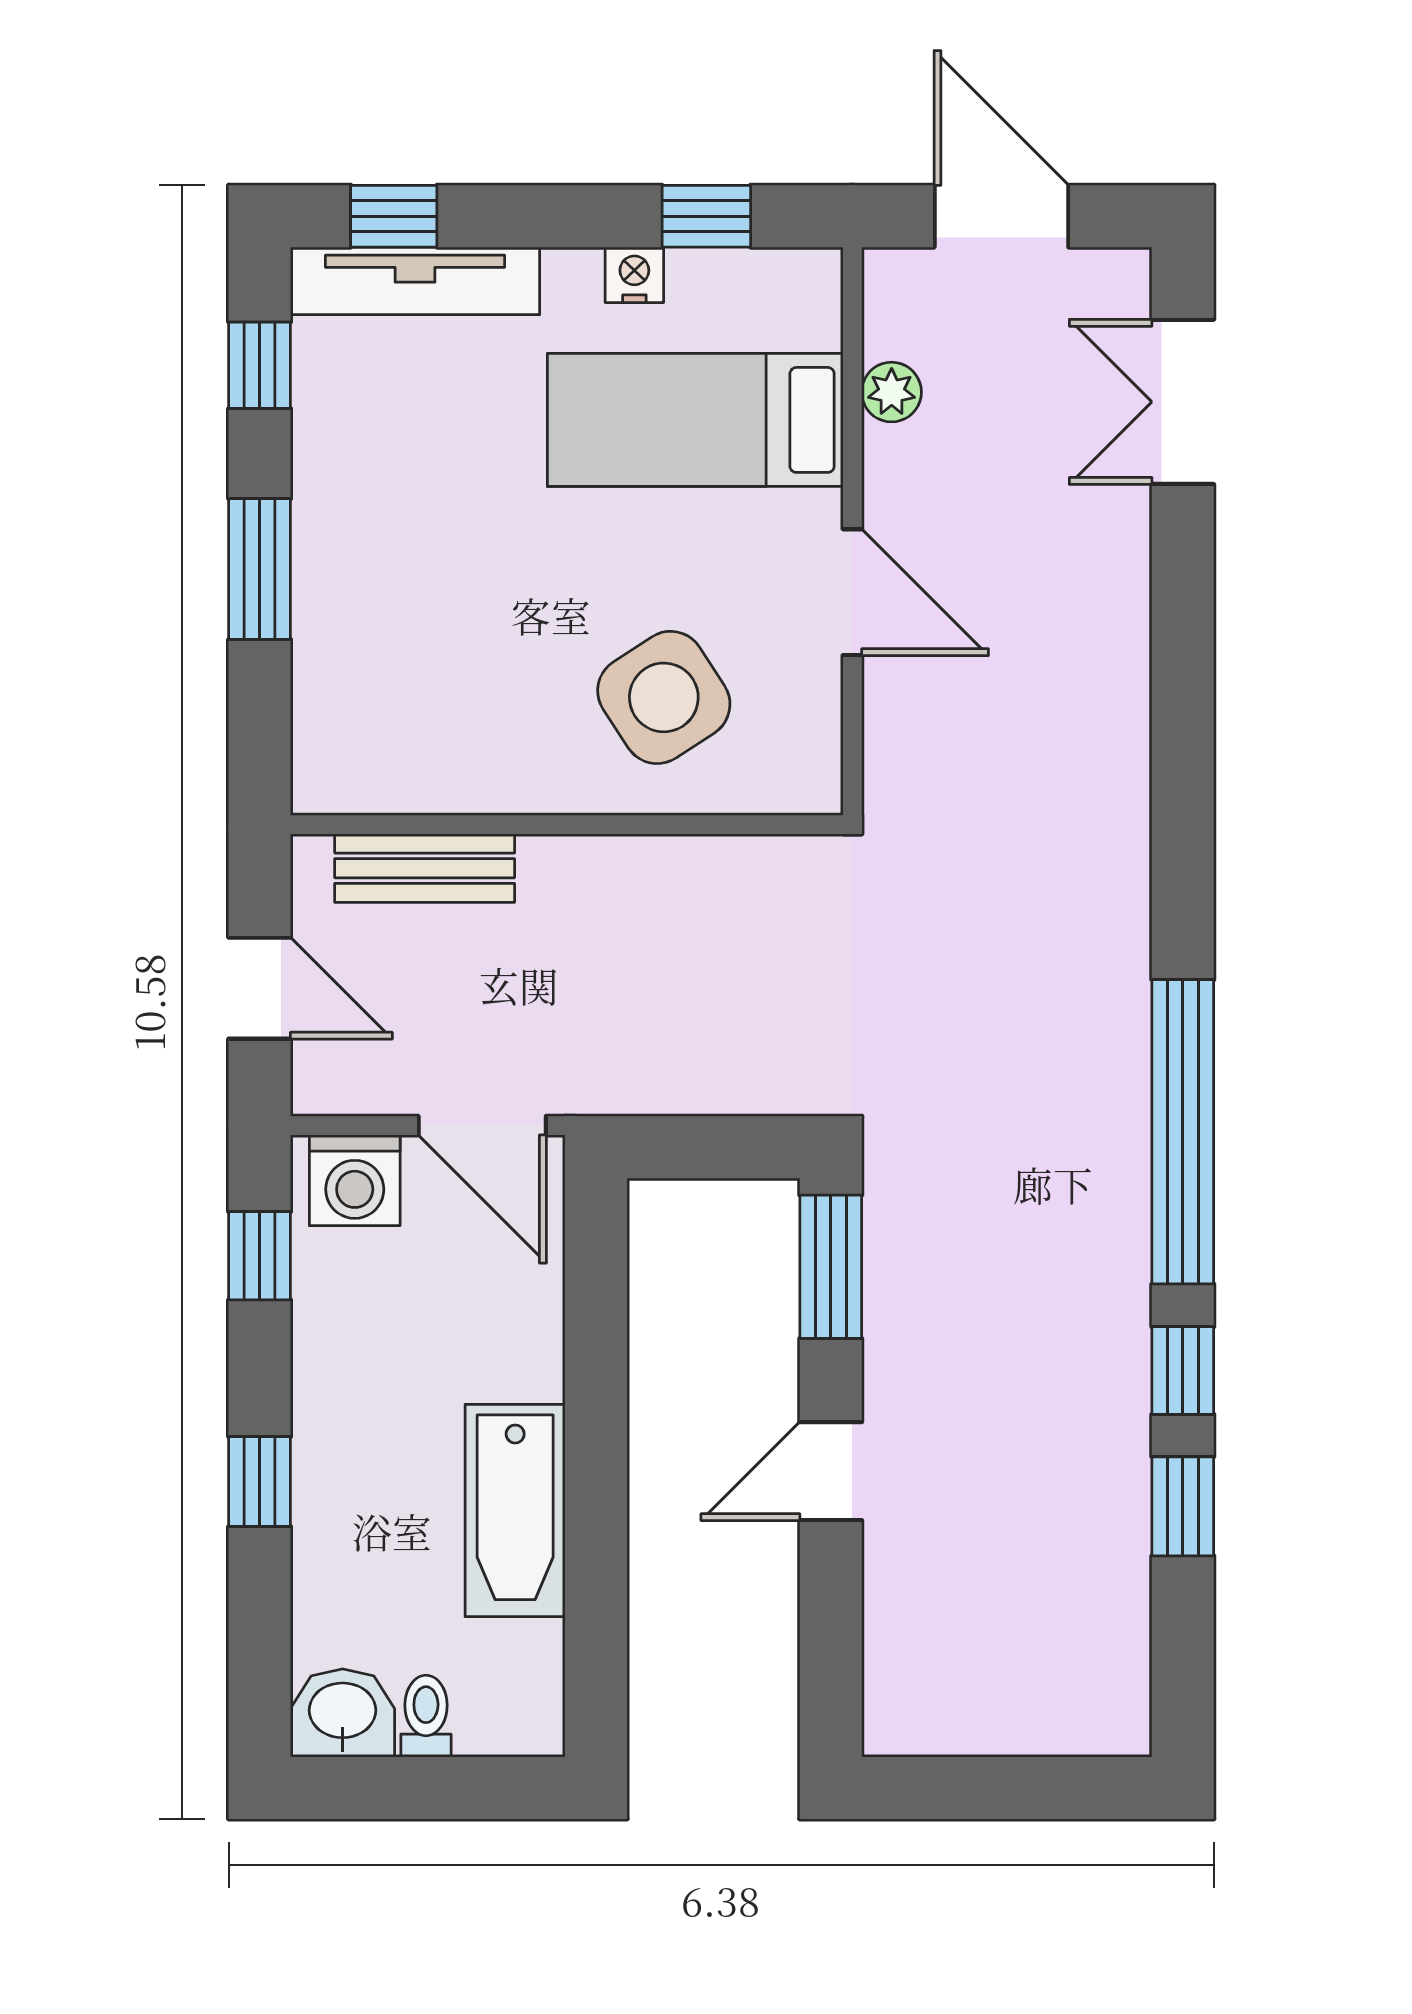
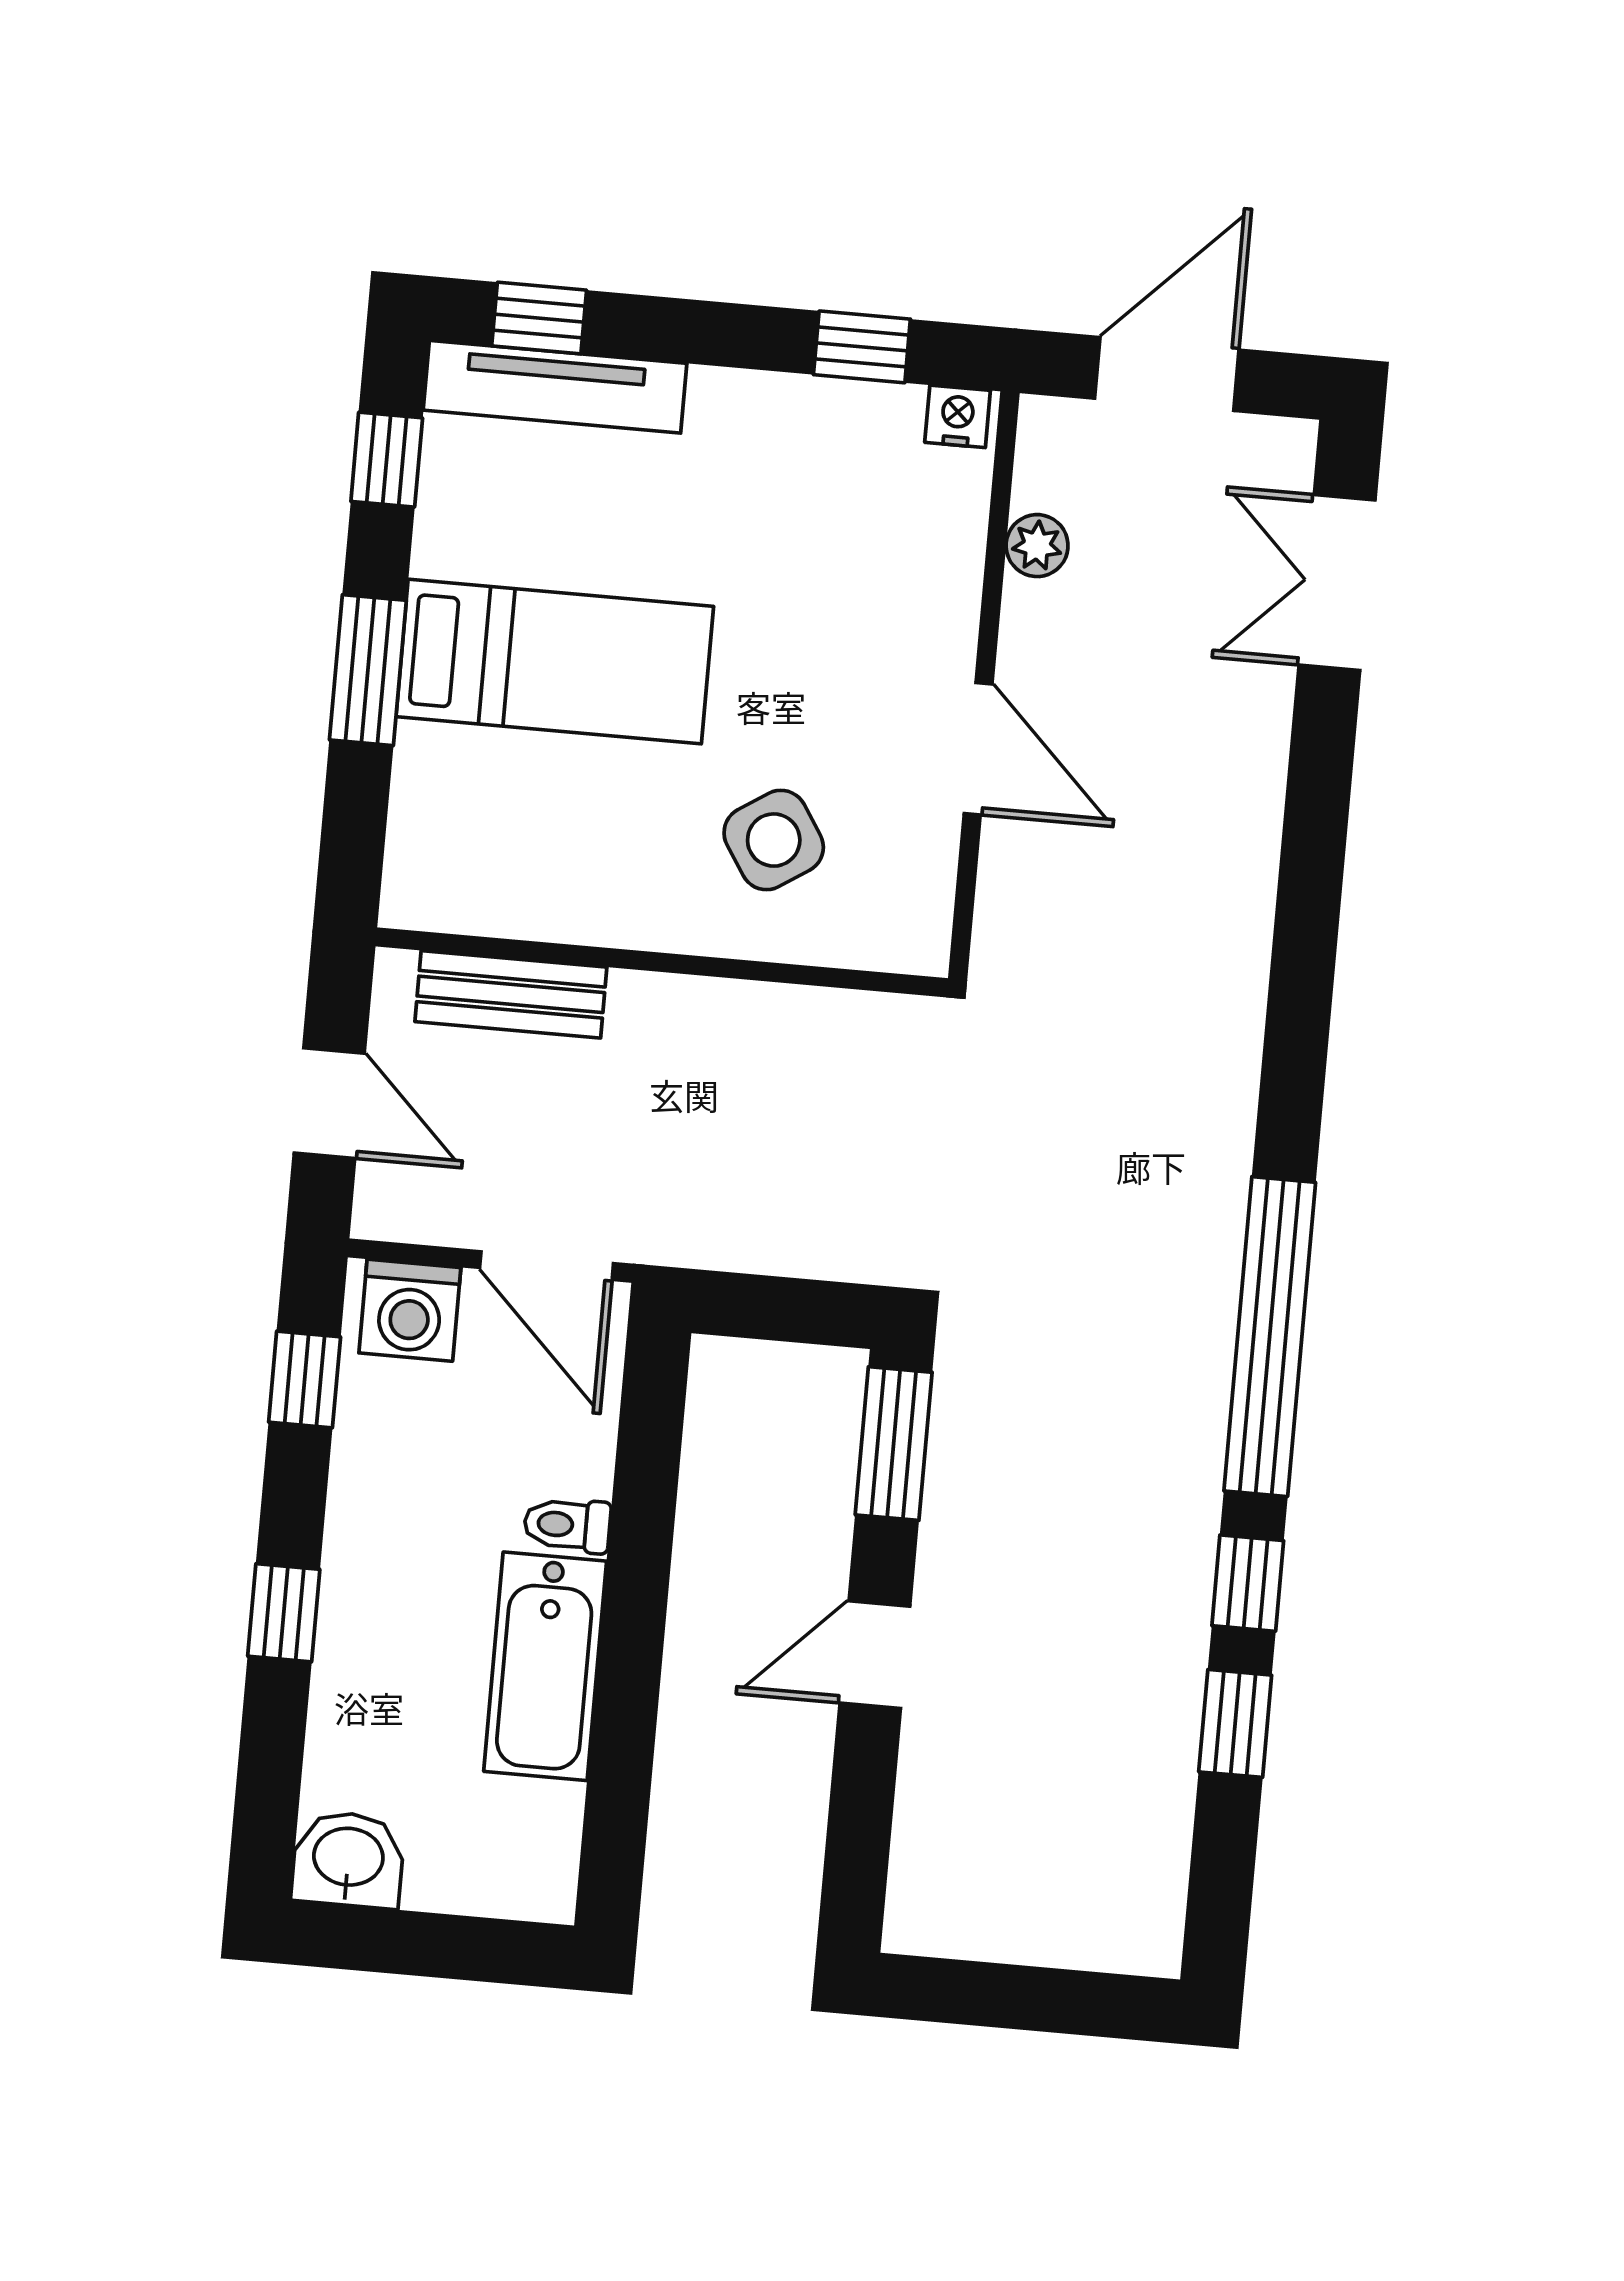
door: (1001, 216) -> (1167, 374), hinge flipped
nightstand: (634, 275) -> (958, 416), moved
bed: (695, 420) -> (555, 662), moved, turned 180
side table: (664, 697) -> (774, 840), width x0.73, depth x0.73
toilet: (426, 1716) -> (567, 1525), moved, turned -90

